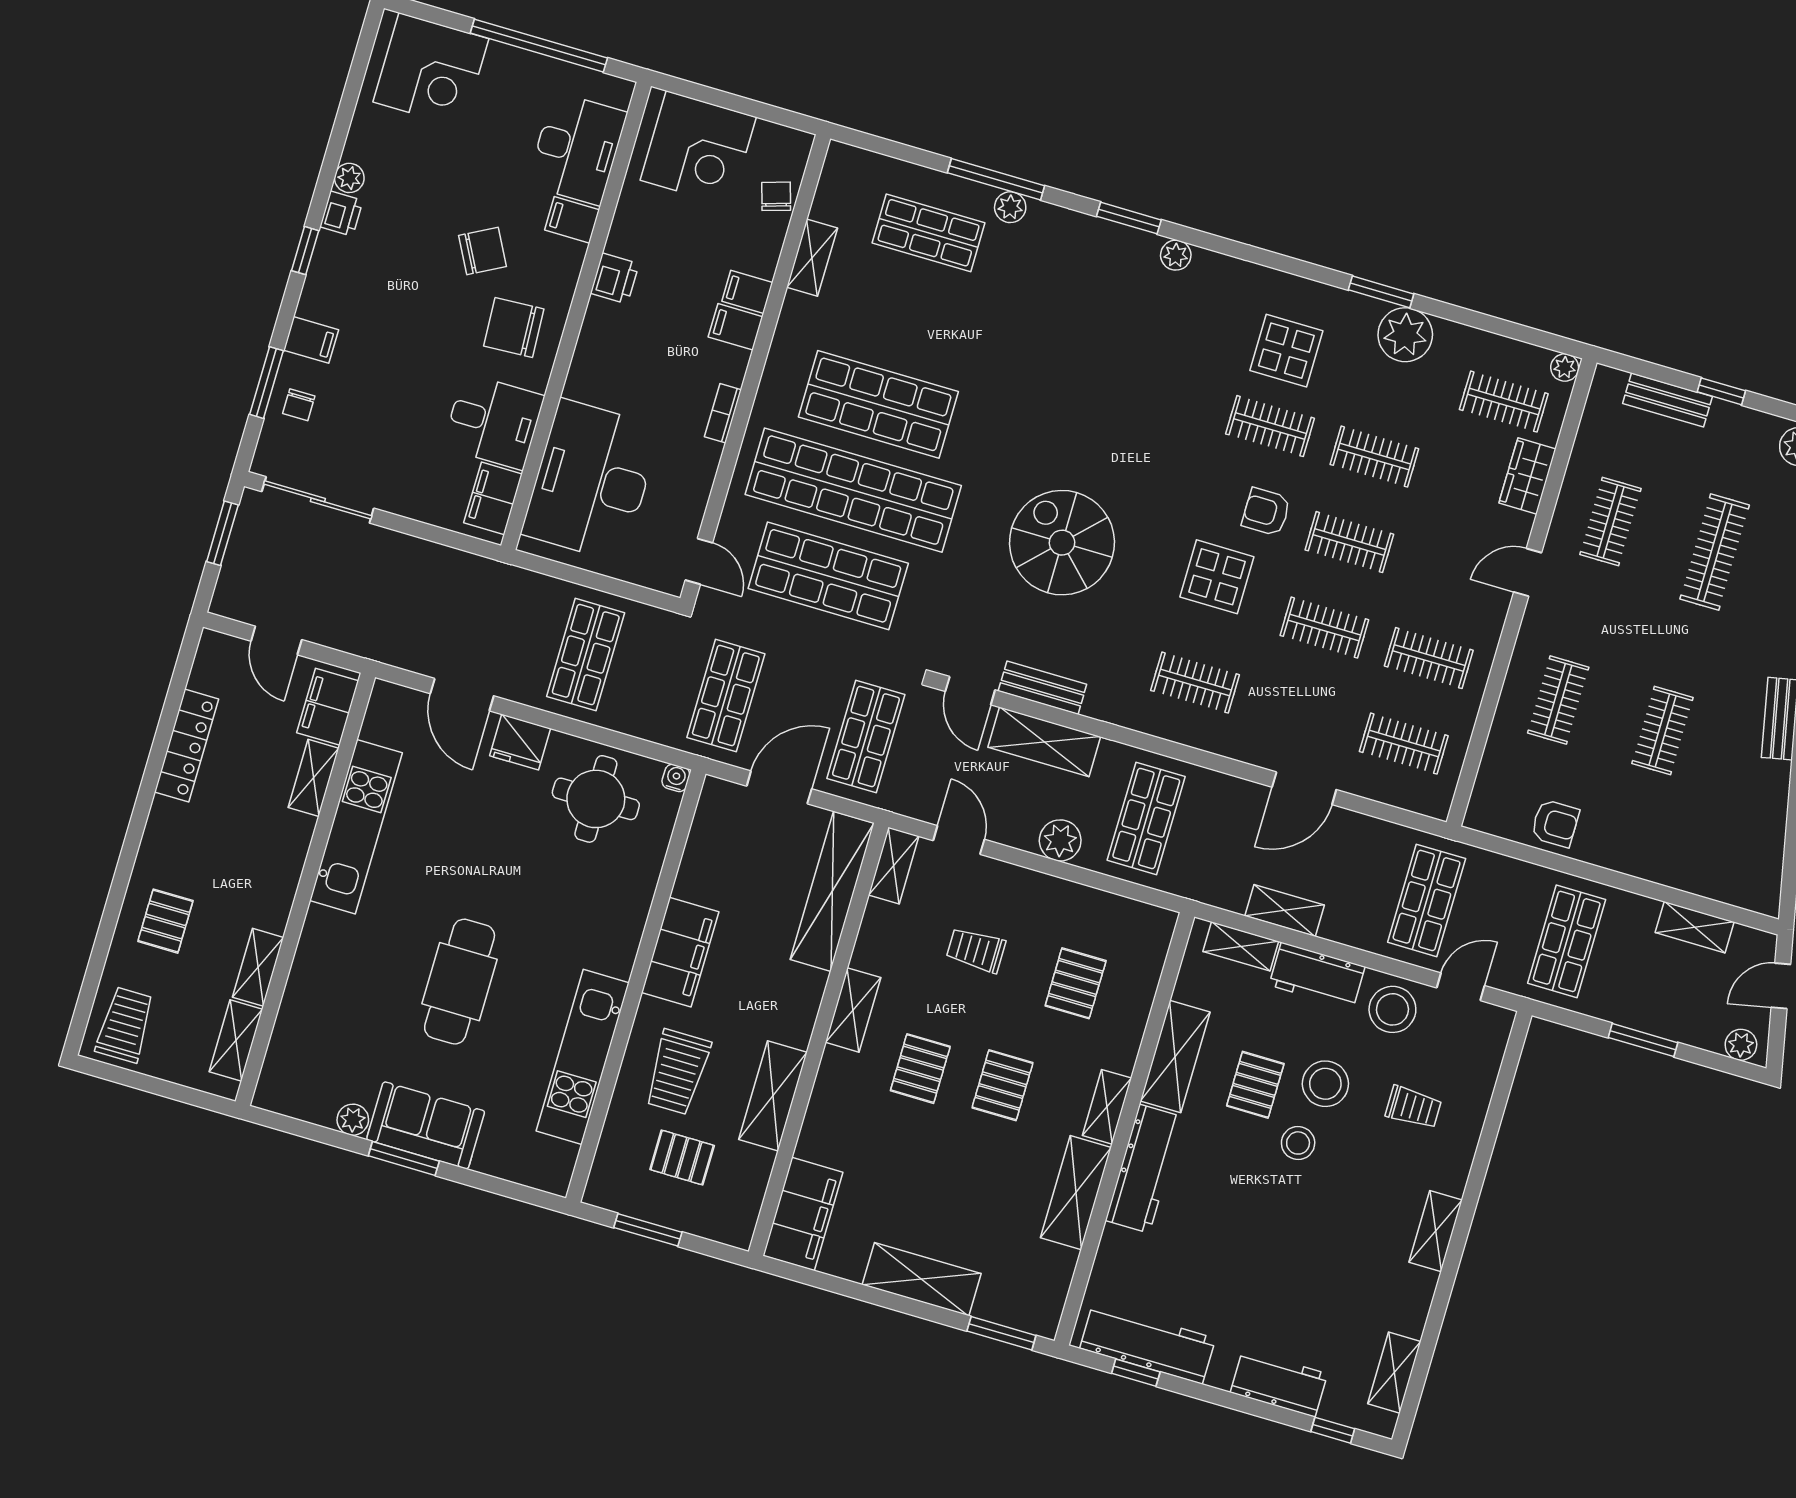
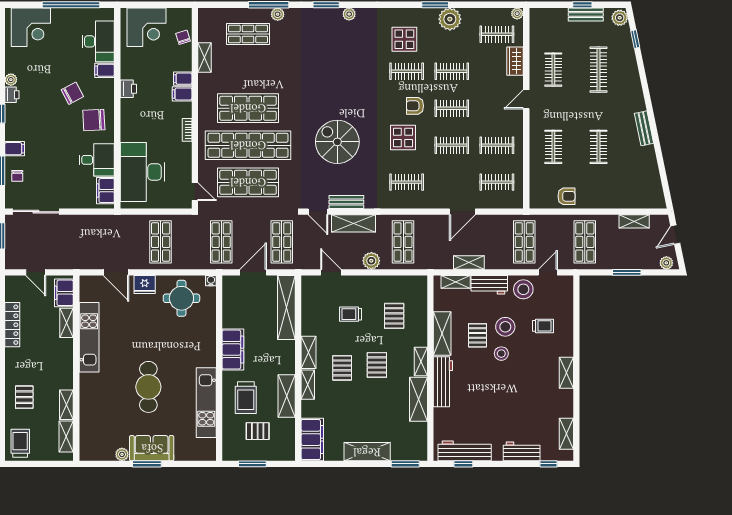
bench: (1668, 400) -> (586, 14), moved
shelving: (894, 866) -> (308, 385), moved

